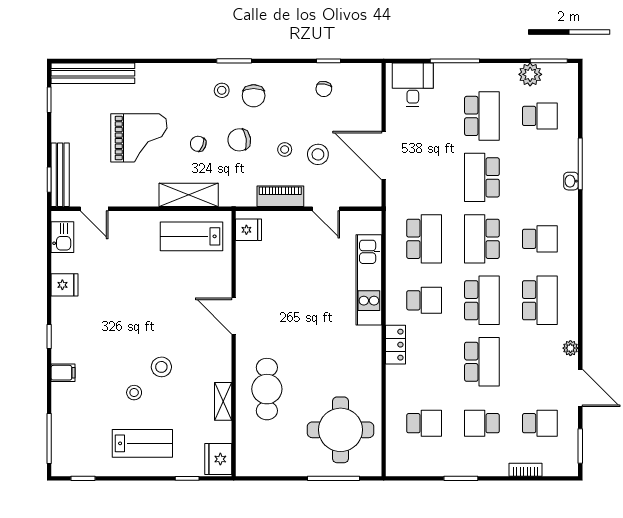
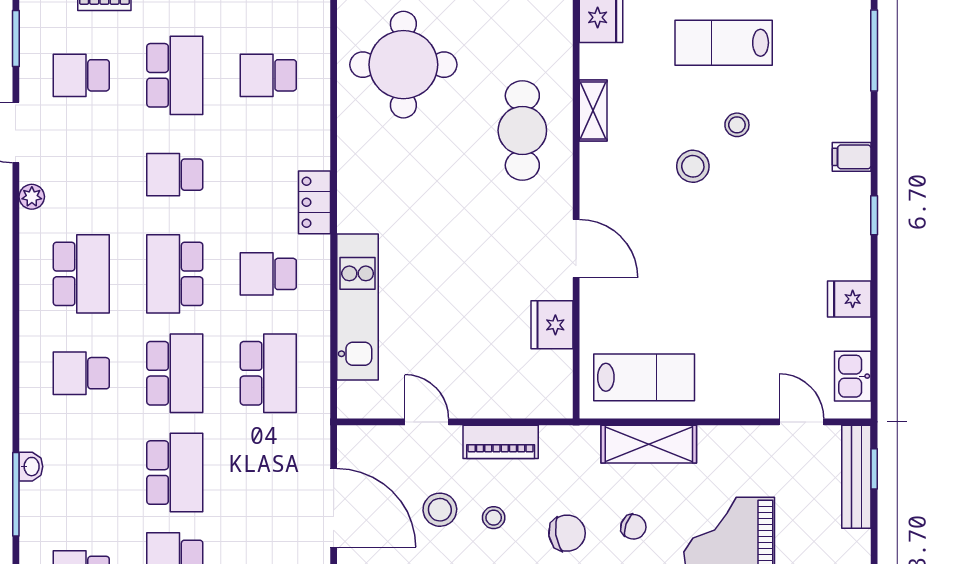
fridge: (249, 230) -> (552, 325), moved, width x1.38
school desk: (424, 239) -> (268, 373), turned 180
school desk: (540, 300) -> (81, 274), turned 180
school desk: (482, 362) -> (175, 175), width x0.54
school desk: (482, 423) -> (175, 75), width x1.85

